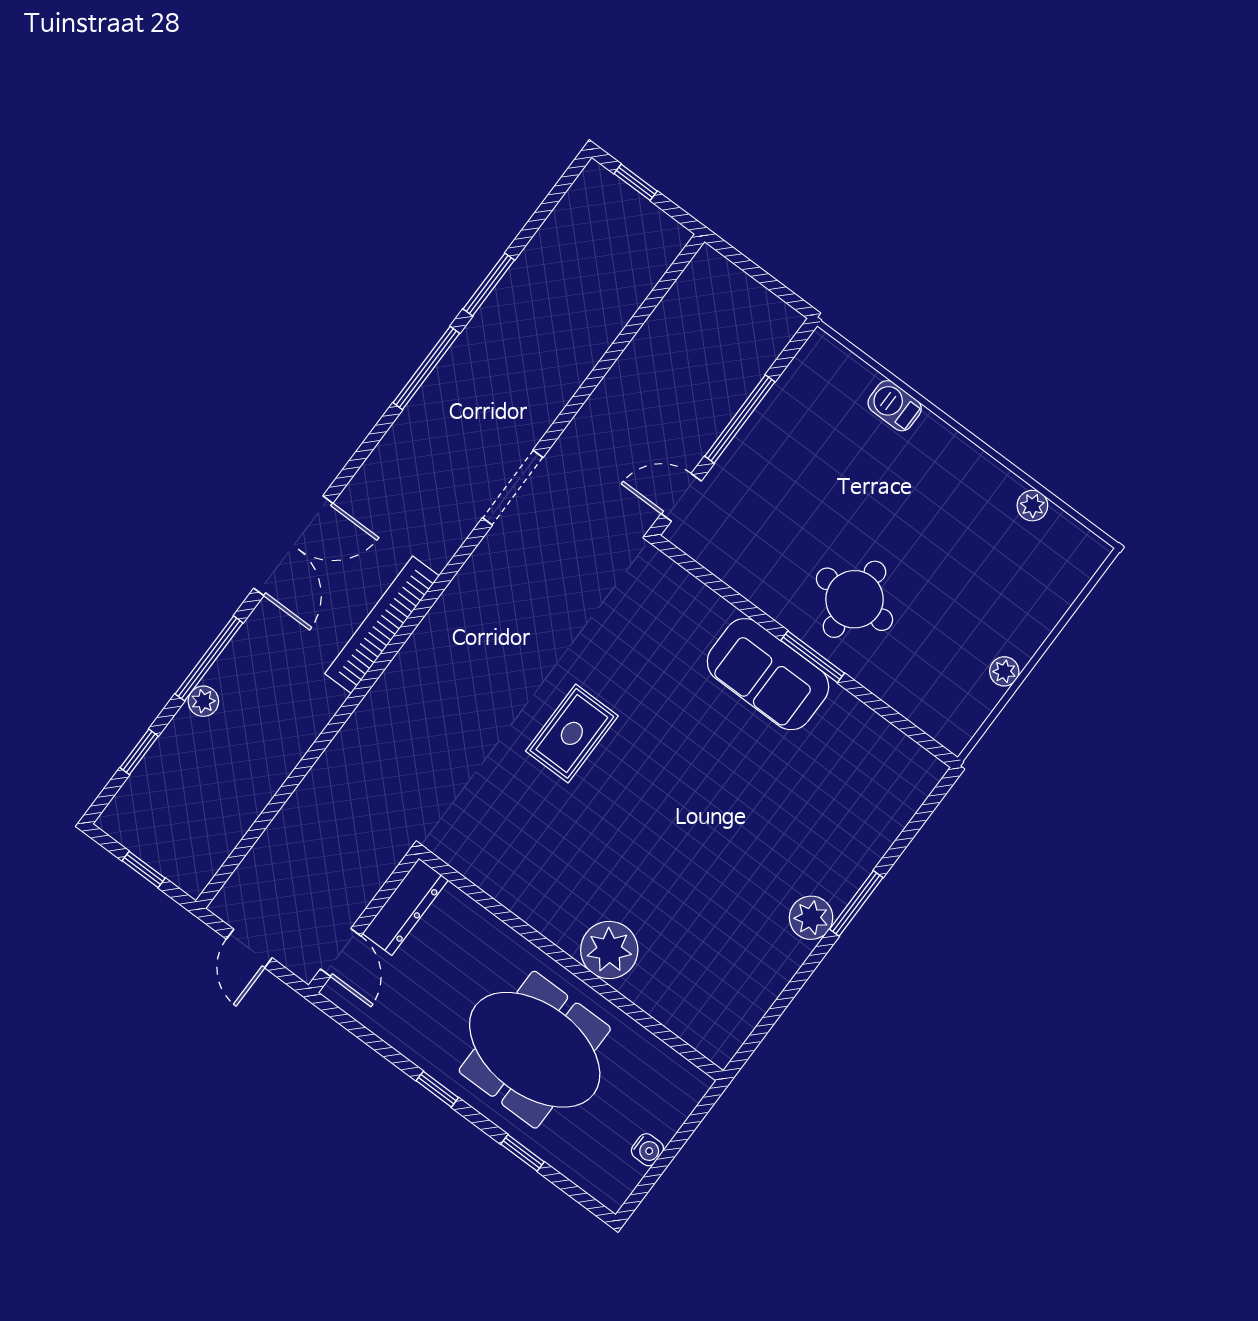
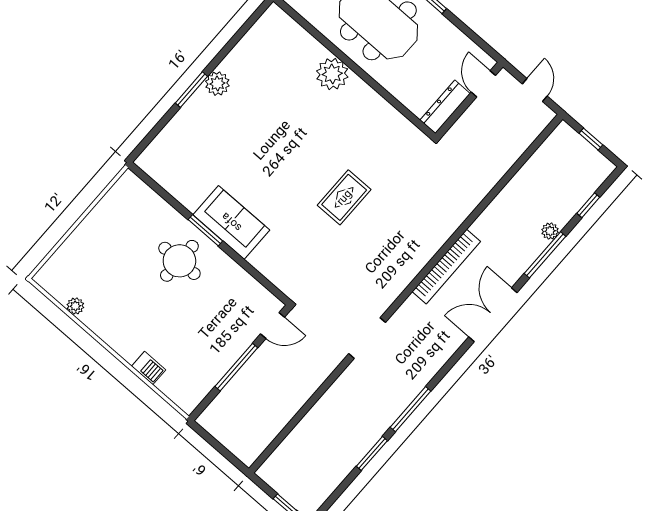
plant: (1004, 671) -> (98, 214), removed

